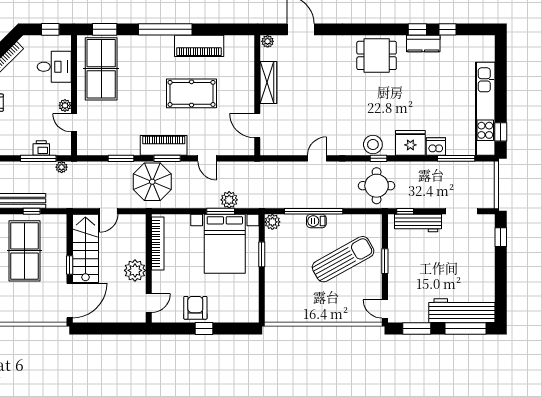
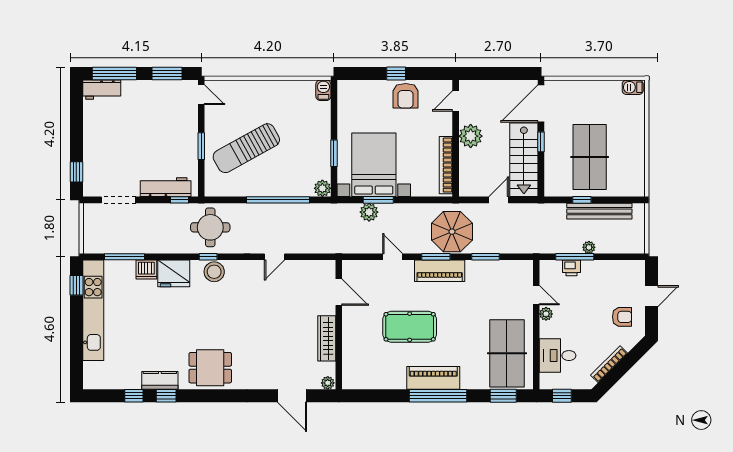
piano: (199, 46) -> (433, 378), moved
plant: (62, 167) -> (589, 247), moved
barbecue: (316, 221) -> (323, 90), moved, turned -90
workbench: (462, 311) -> (102, 90), width x0.53, depth x0.76

